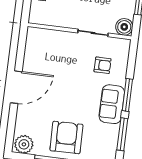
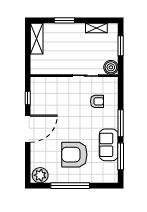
window: (21, 51) -> (28, 98), added
sofa: (112, 104) -> (109, 145), moved
armchair: (66, 137) -> (74, 155), moved, turned -89

